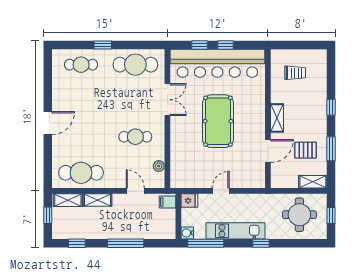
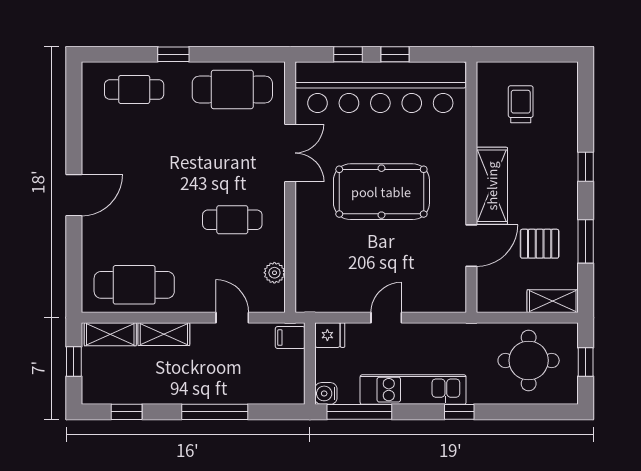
trolley: (295, 73) -> (521, 104), turned -90
shelving: (277, 118) -> (492, 186), width x1.50, depth x1.33
pool table: (218, 121) -> (381, 192), turned 90

